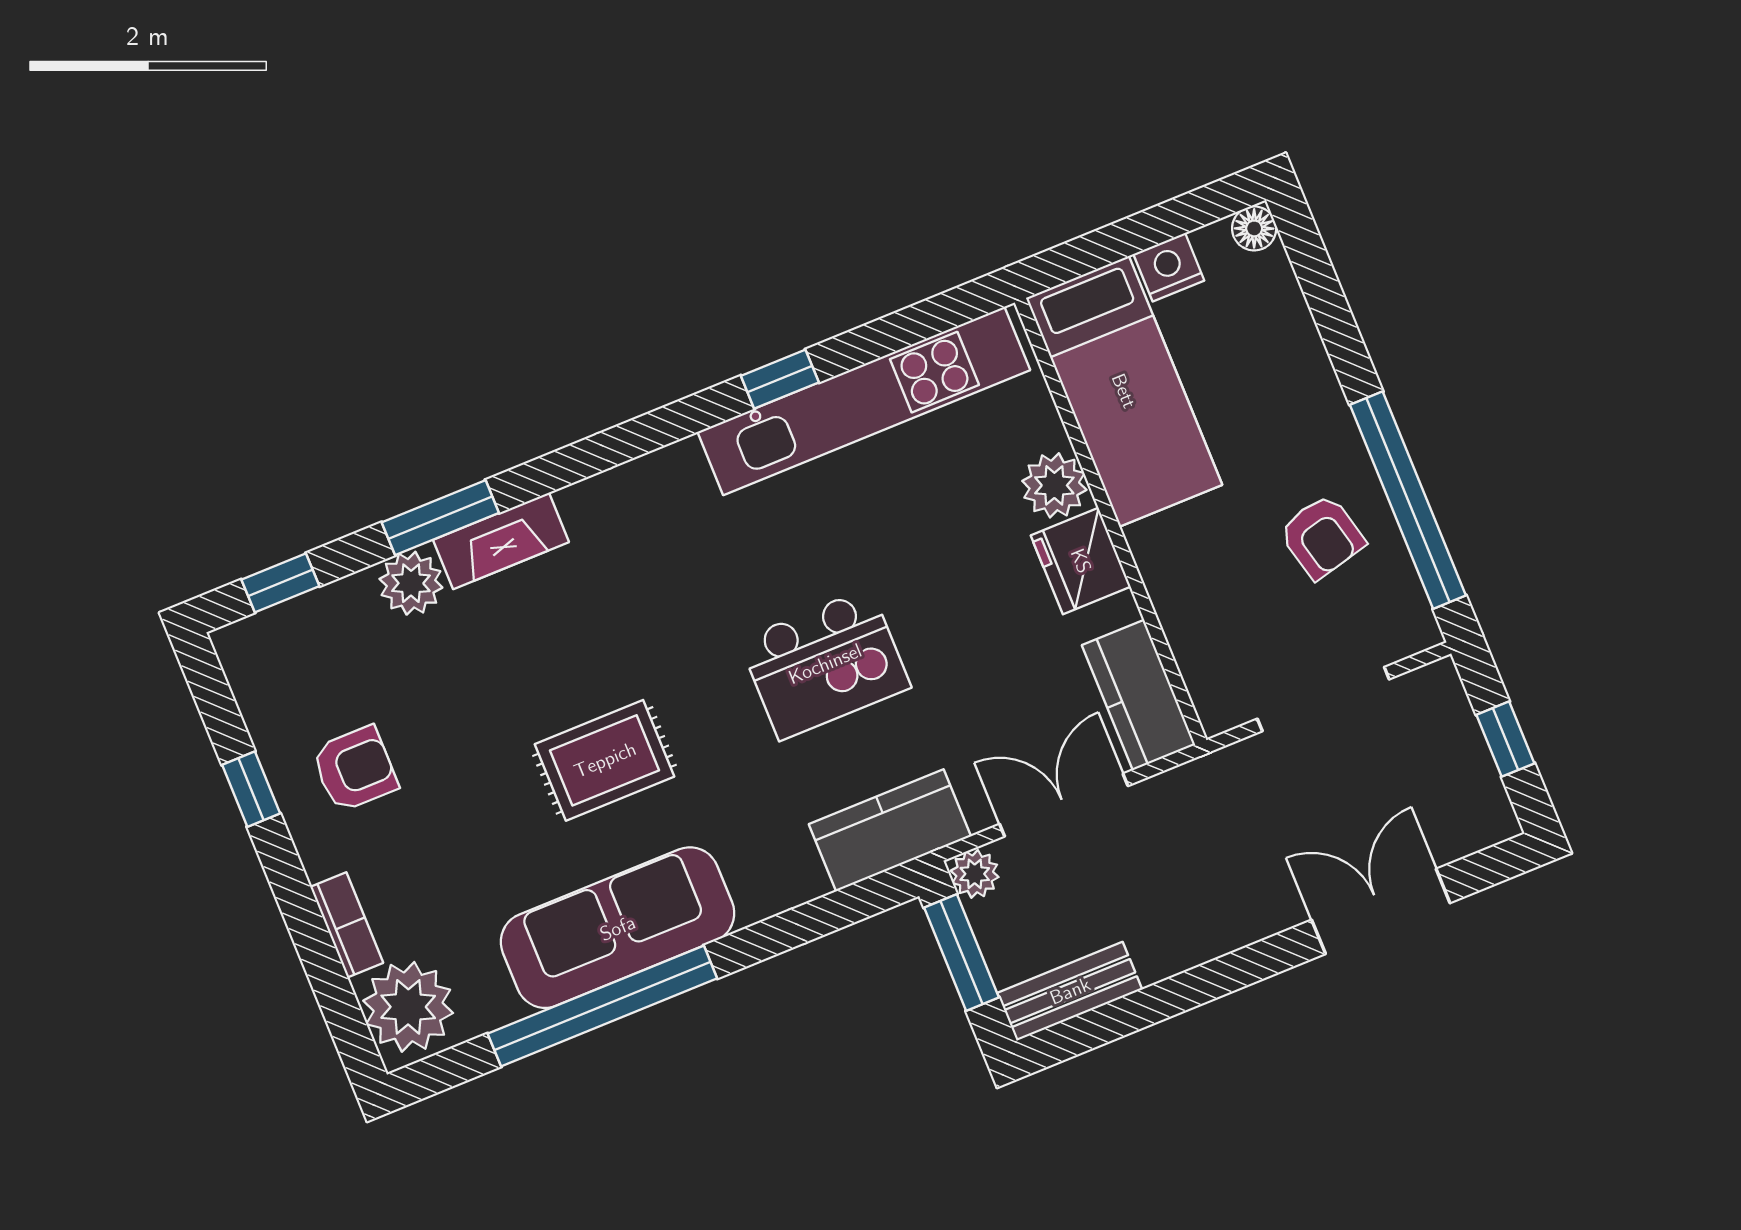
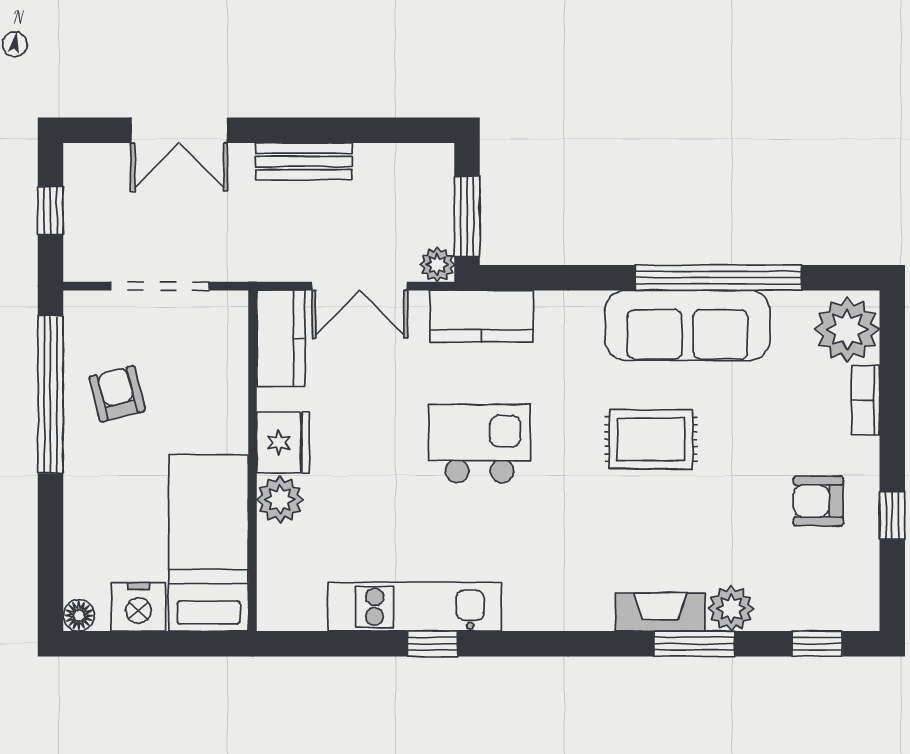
nightstand: (1169, 267) -> (138, 607), width x1.36, depth x1.33
kitchen unit: (864, 401) -> (415, 607), width x0.73
bench: (1070, 991) -> (304, 161), moved

